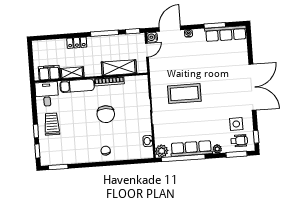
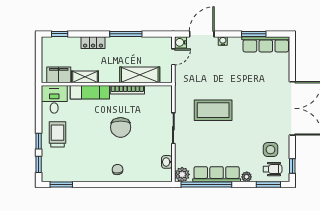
window: (133, 31) -> (60, 34), moved

